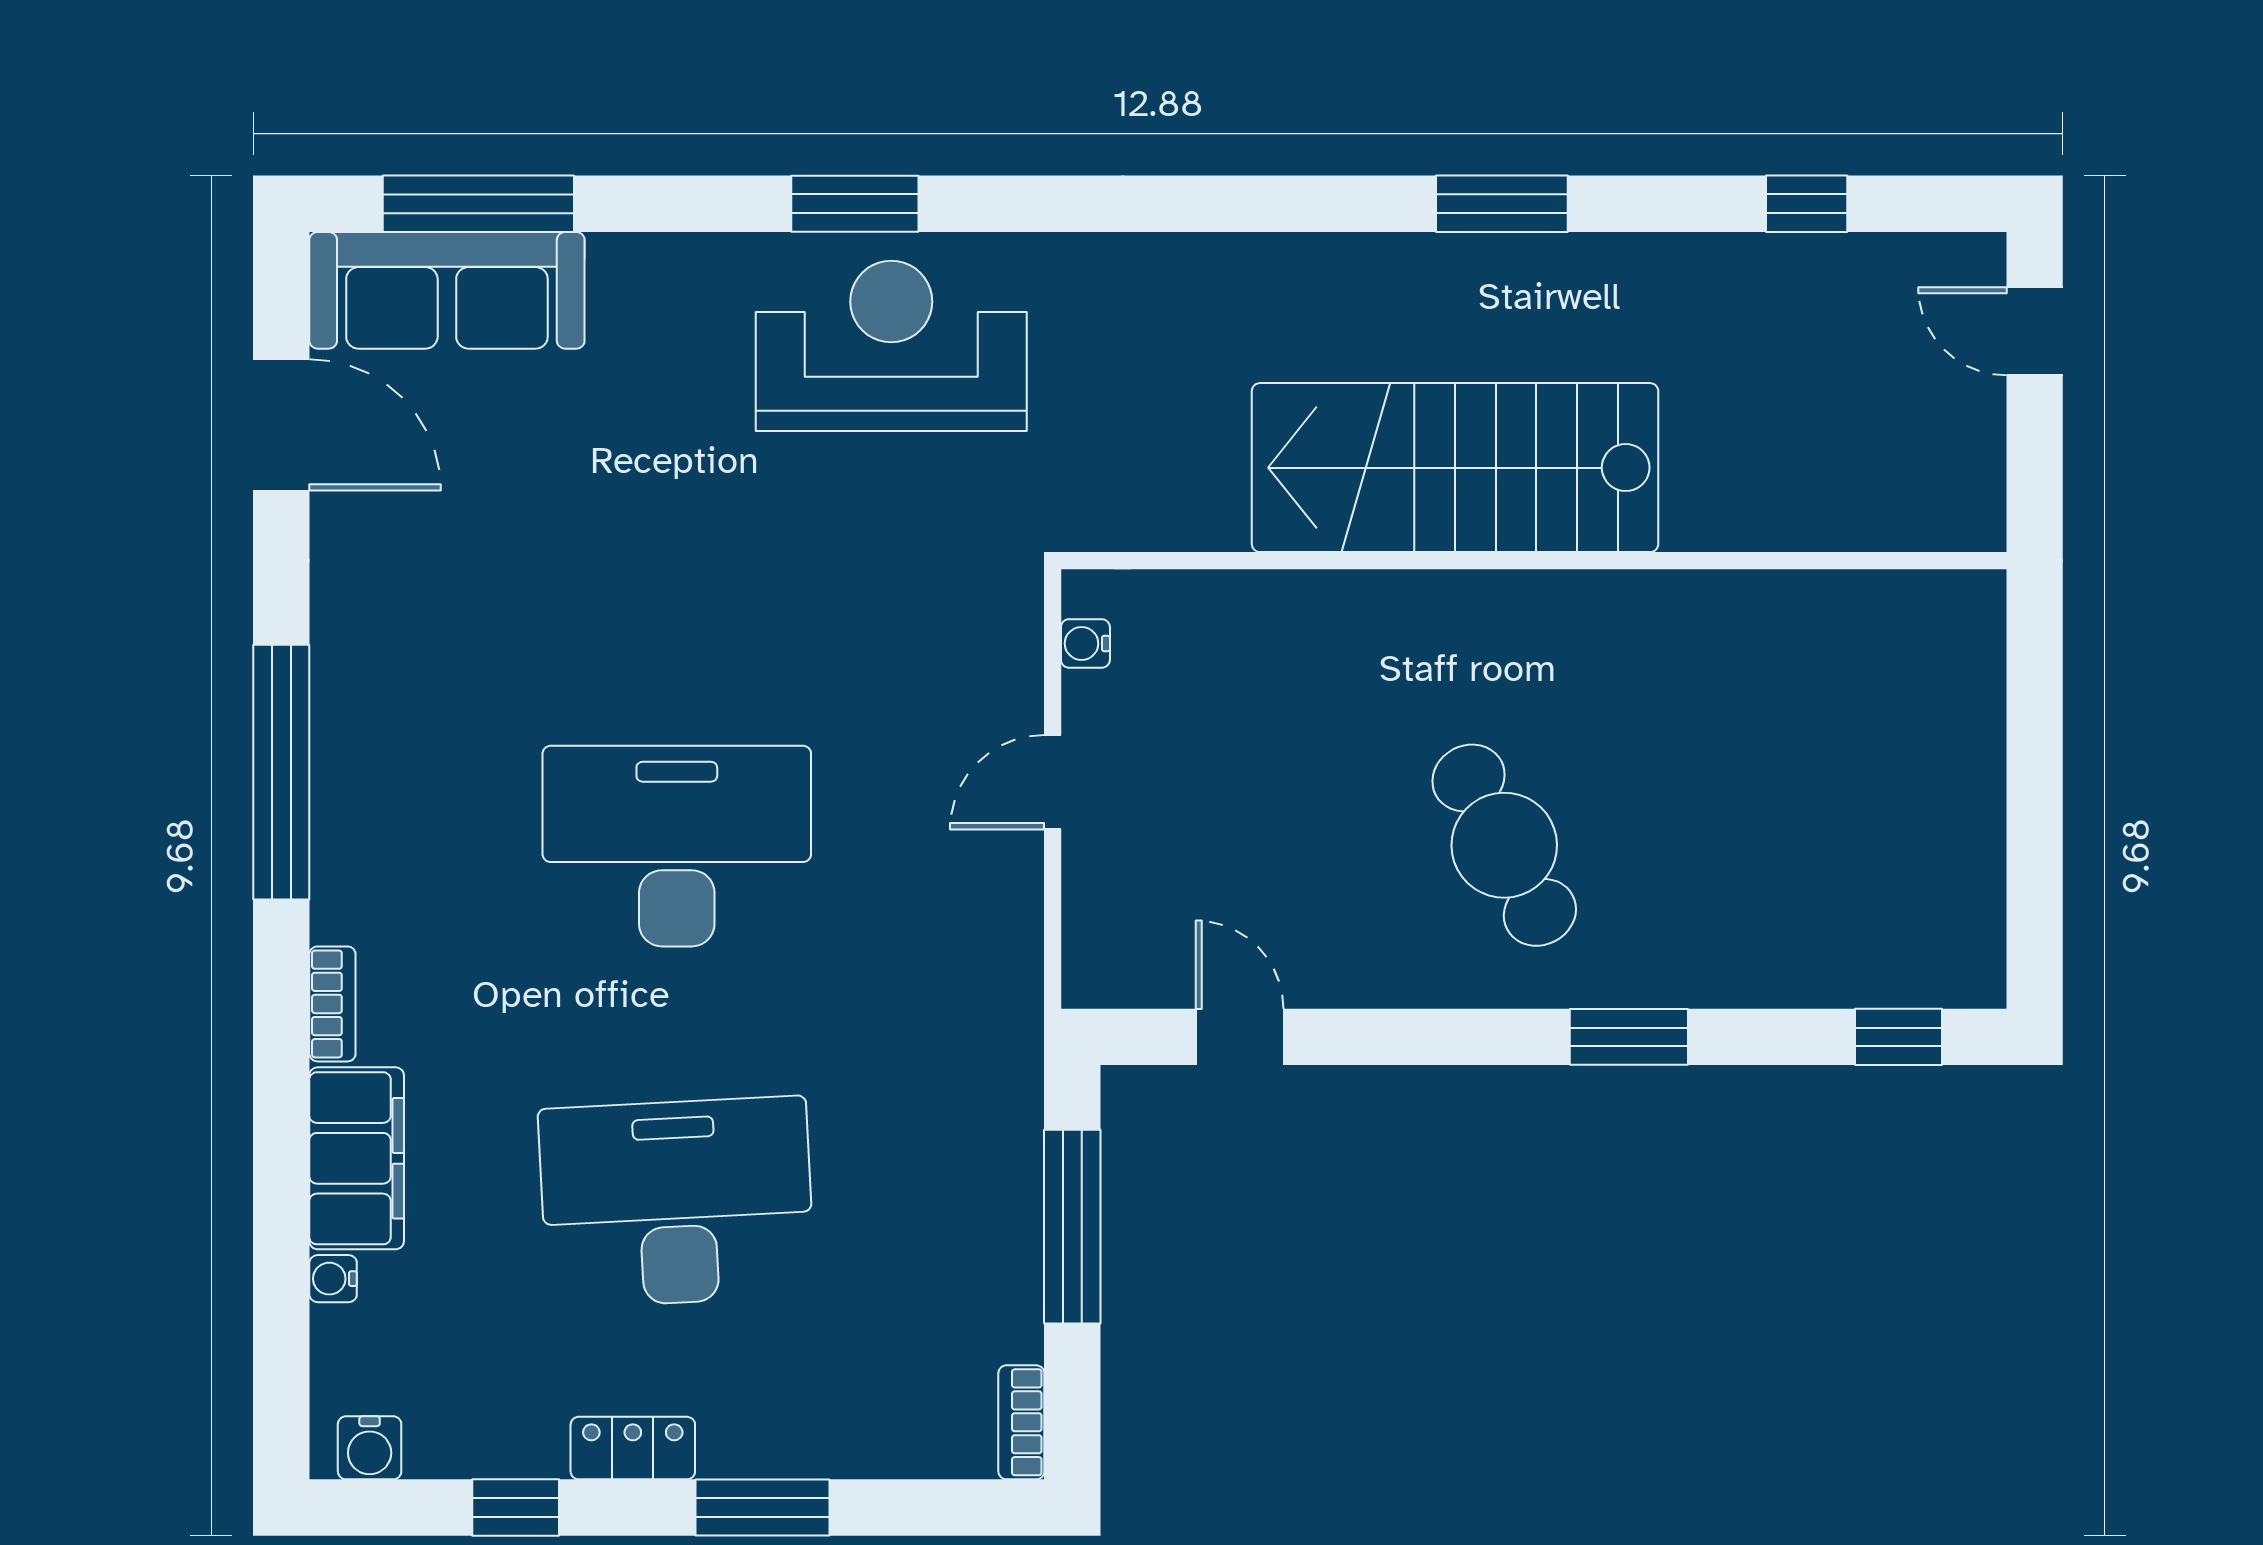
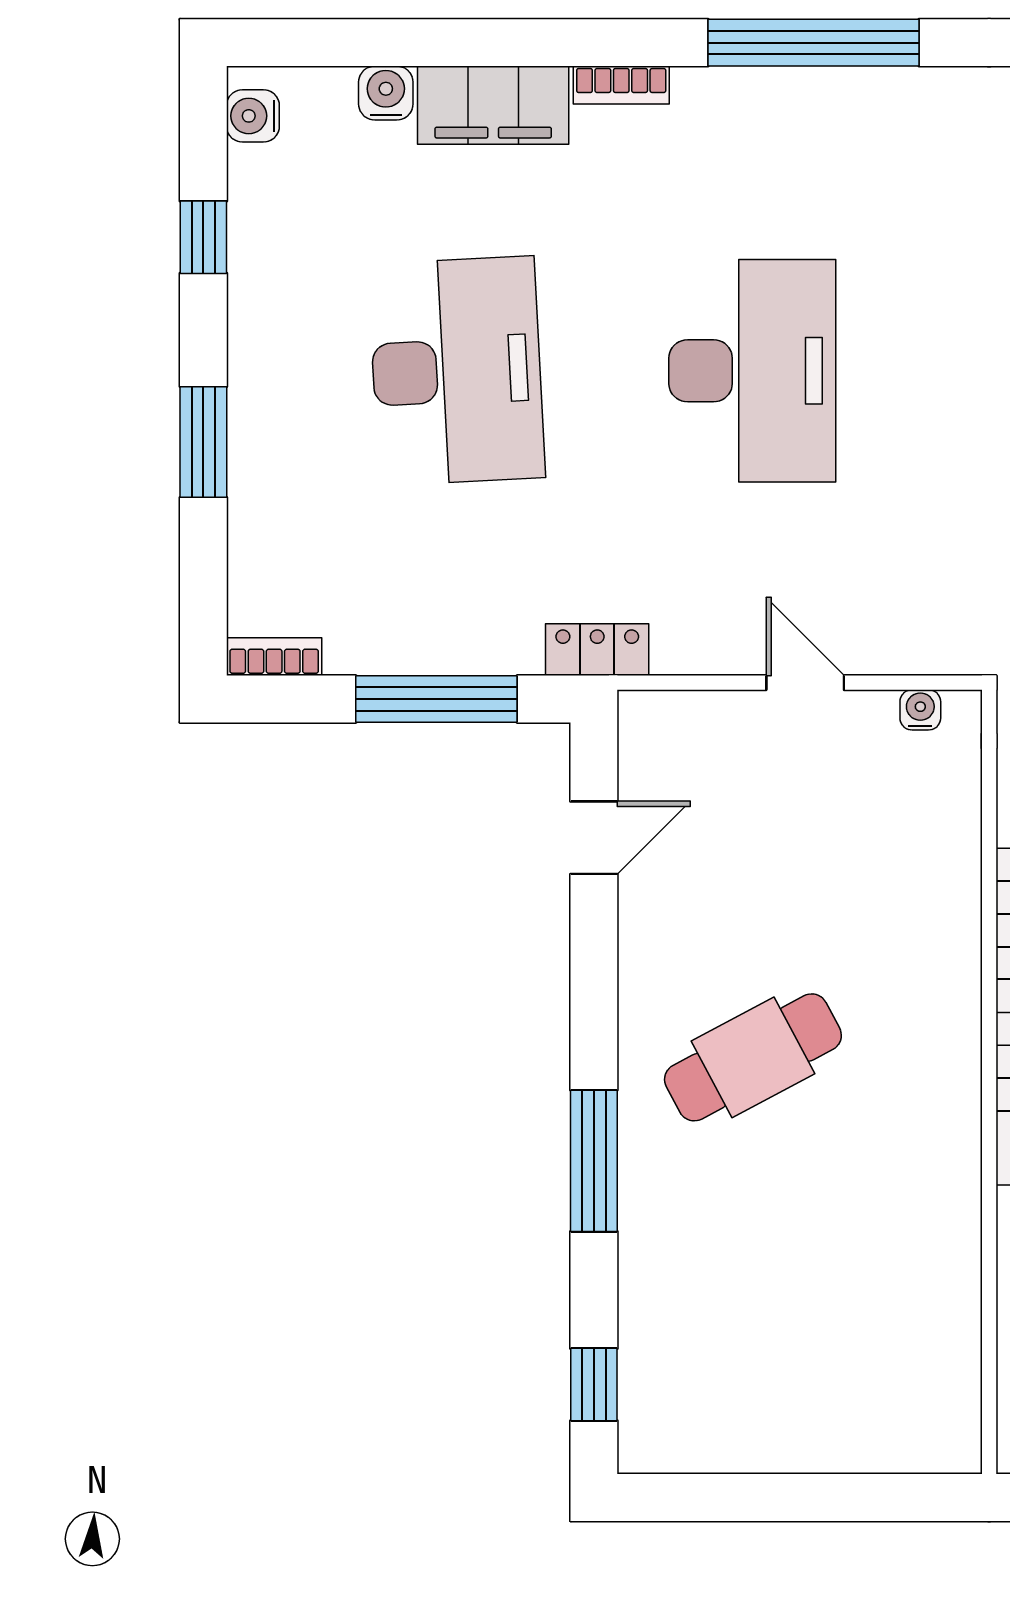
window: (1629, 1037) -> (594, 1161), width x1.44
water cooler: (333, 1279) -> (386, 93), width x1.38, depth x1.38
locker: (633, 1448) -> (597, 650), moved, turned -90

